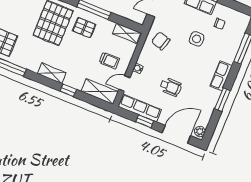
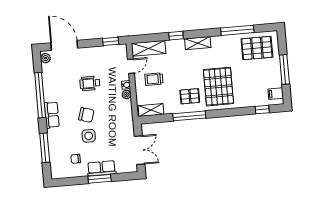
chair: (161, 41) -> (86, 115), moved
plant: (142, 59) -> (126, 95), added
window: (222, 100) -> (40, 95), width x2.11
row of seats: (140, 108) -> (107, 52), removed
window: (145, 121) -> (111, 41), moved
door: (176, 134) -> (64, 45), swing flipped

